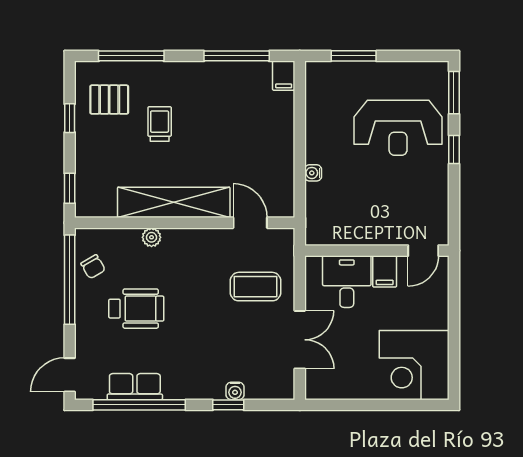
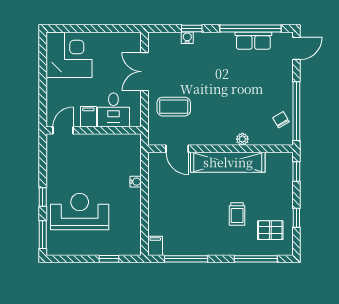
window: (354, 56) -> (109, 259), width x0.67
wheelchair: (136, 309) -> (252, 92), removed

